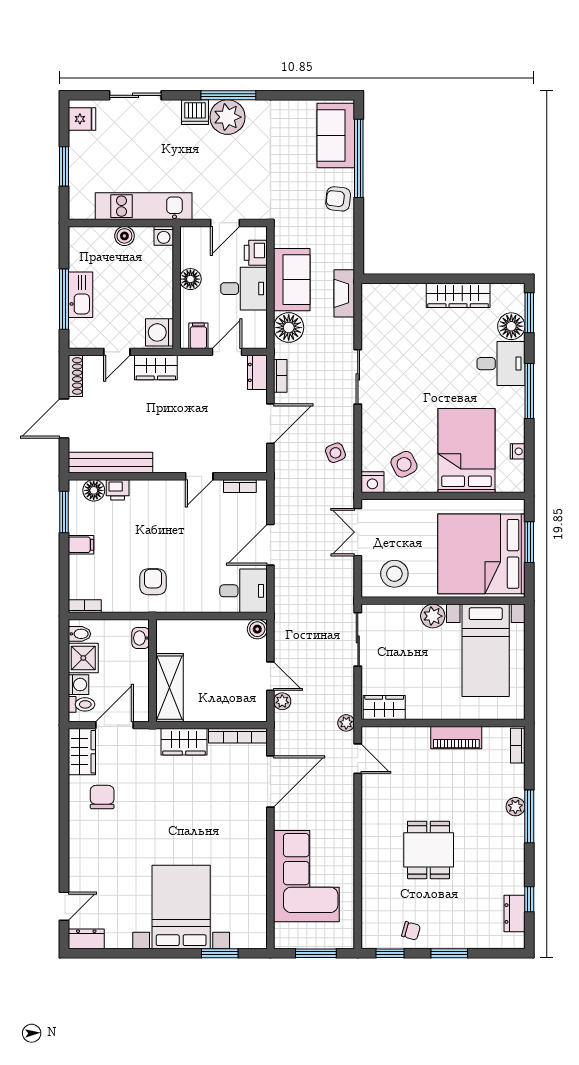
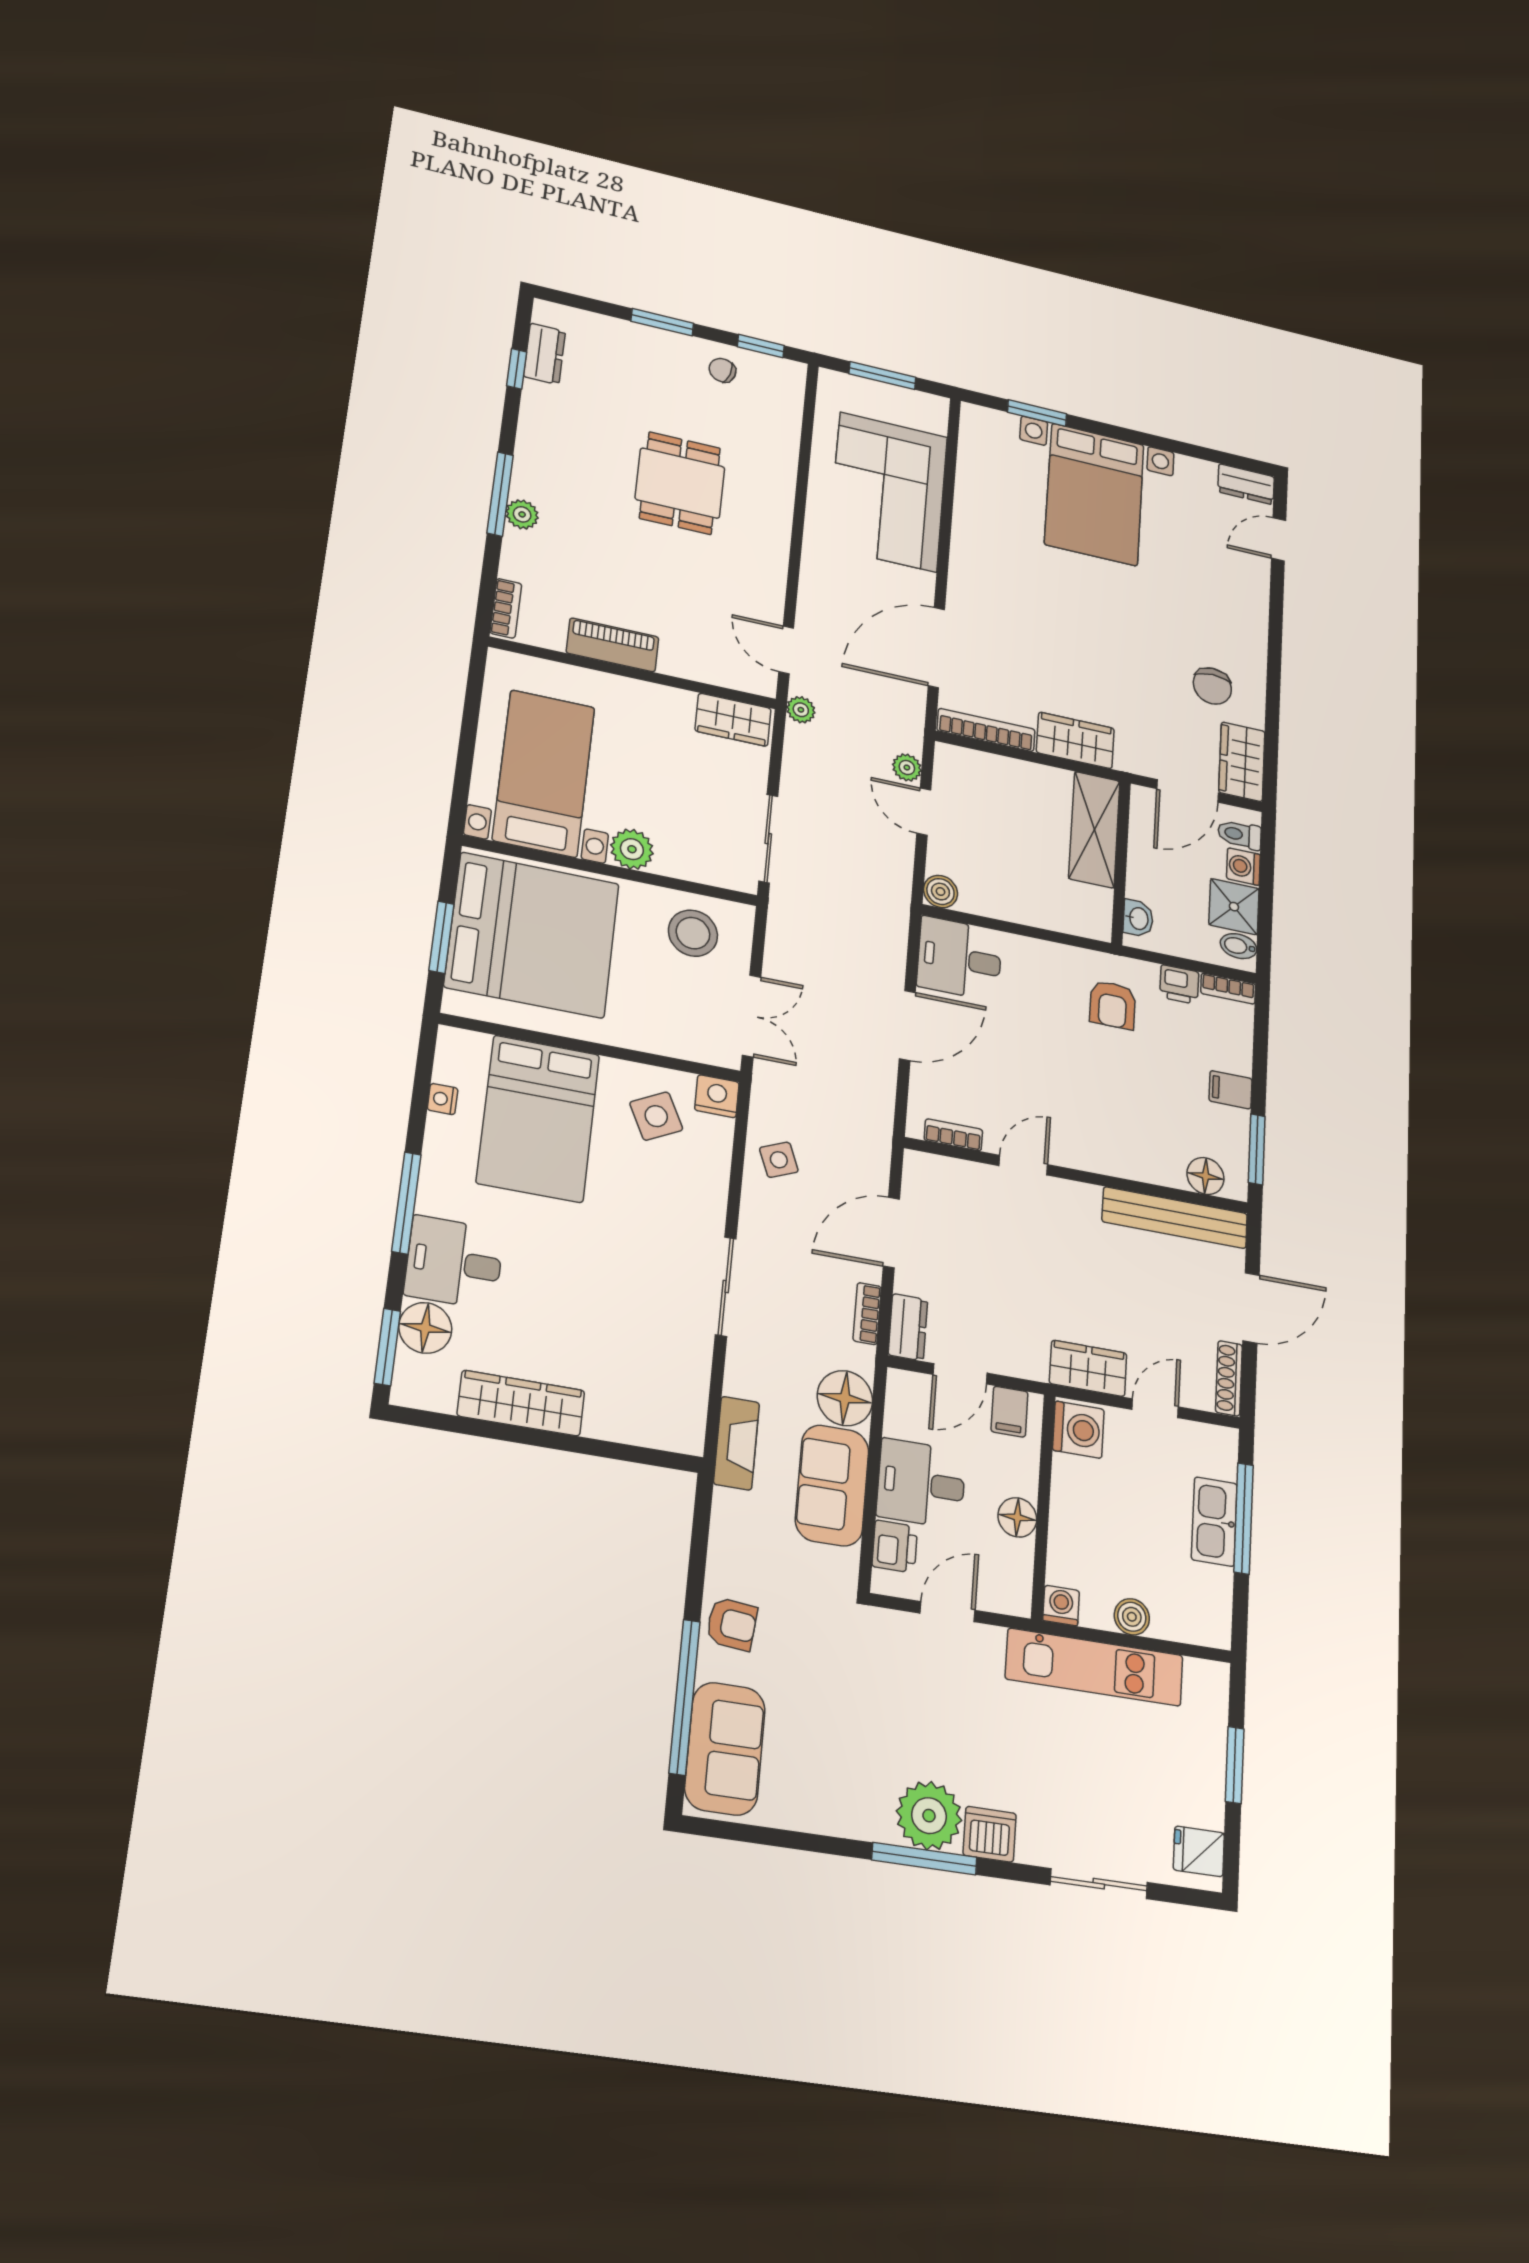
printer: (118, 490) -> (1179, 985), moved, turned 180

